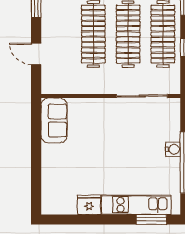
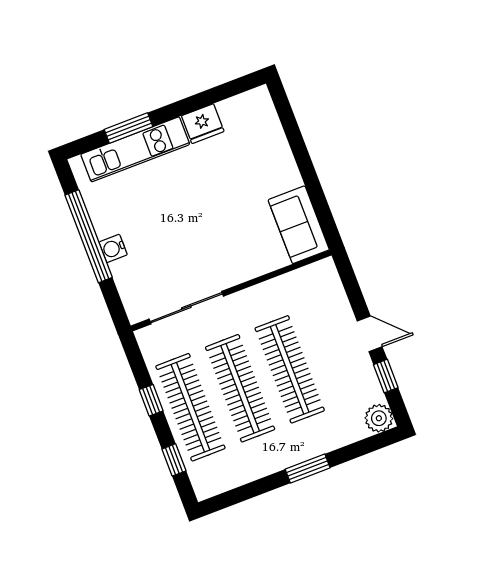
door: (36, 54) -> (370, 334), moved
window: (151, 219) -> (128, 128), moved

